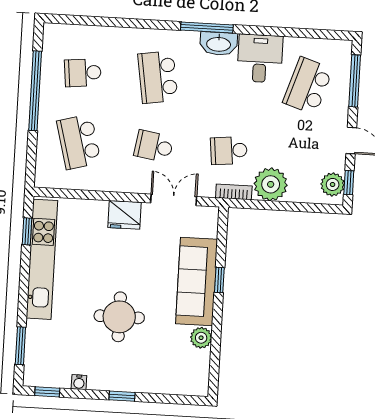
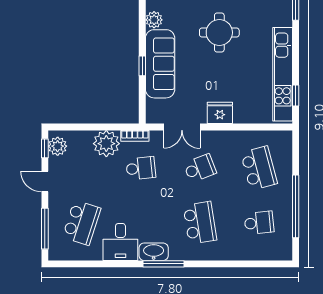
school desk: (154, 146) -> (200, 168), turned -30

